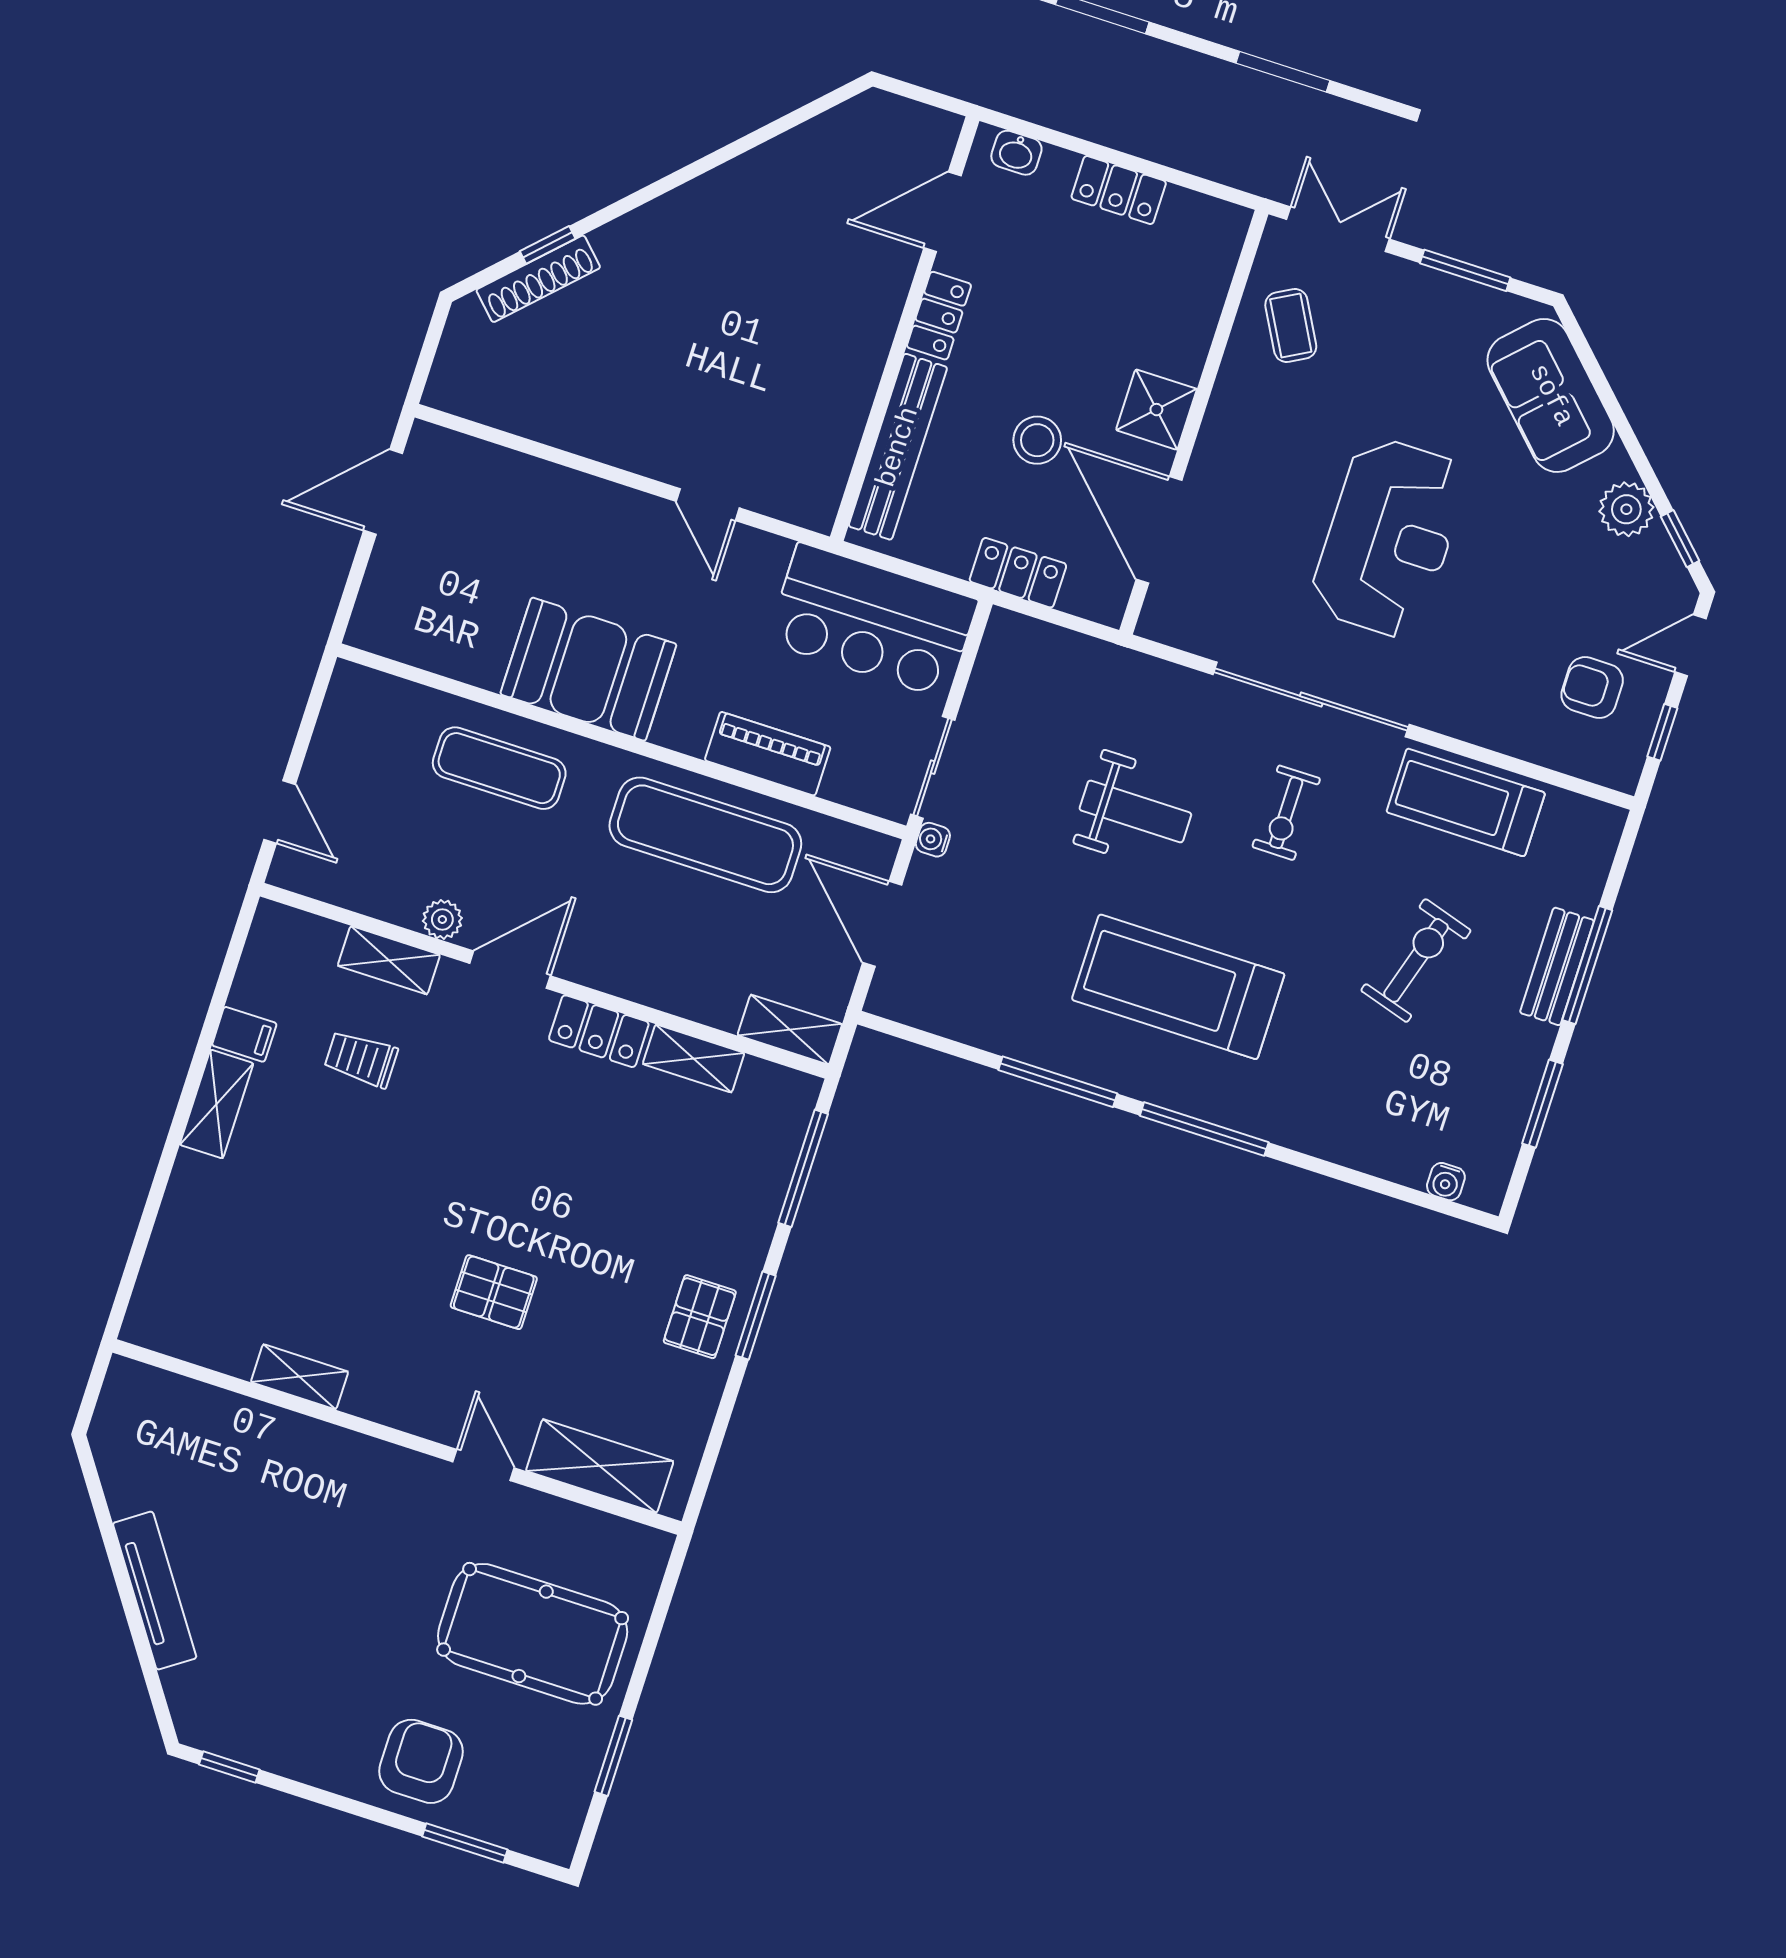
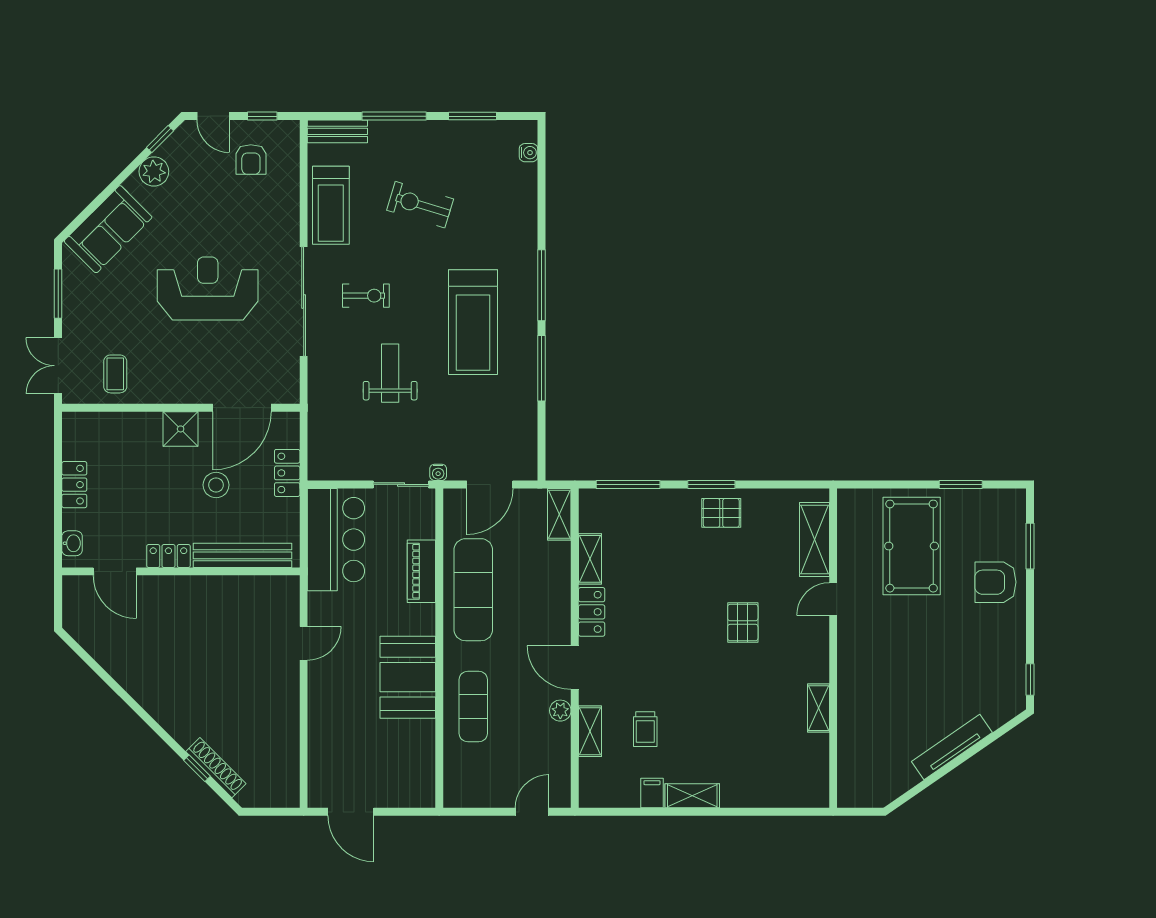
coffee table: (1291, 326) -> (115, 374), turned -61
bench: (1557, 966) -> (337, 131), moved

